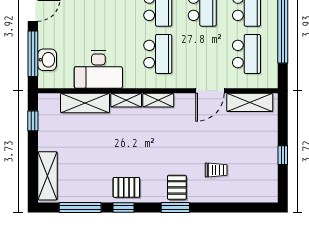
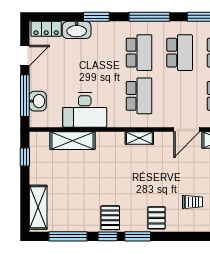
shelving: (126, 100) -> (110, 138), removed
pallet: (126, 187) -> (110, 218), turned 90
window: (175, 208) -> (138, 236), moved

